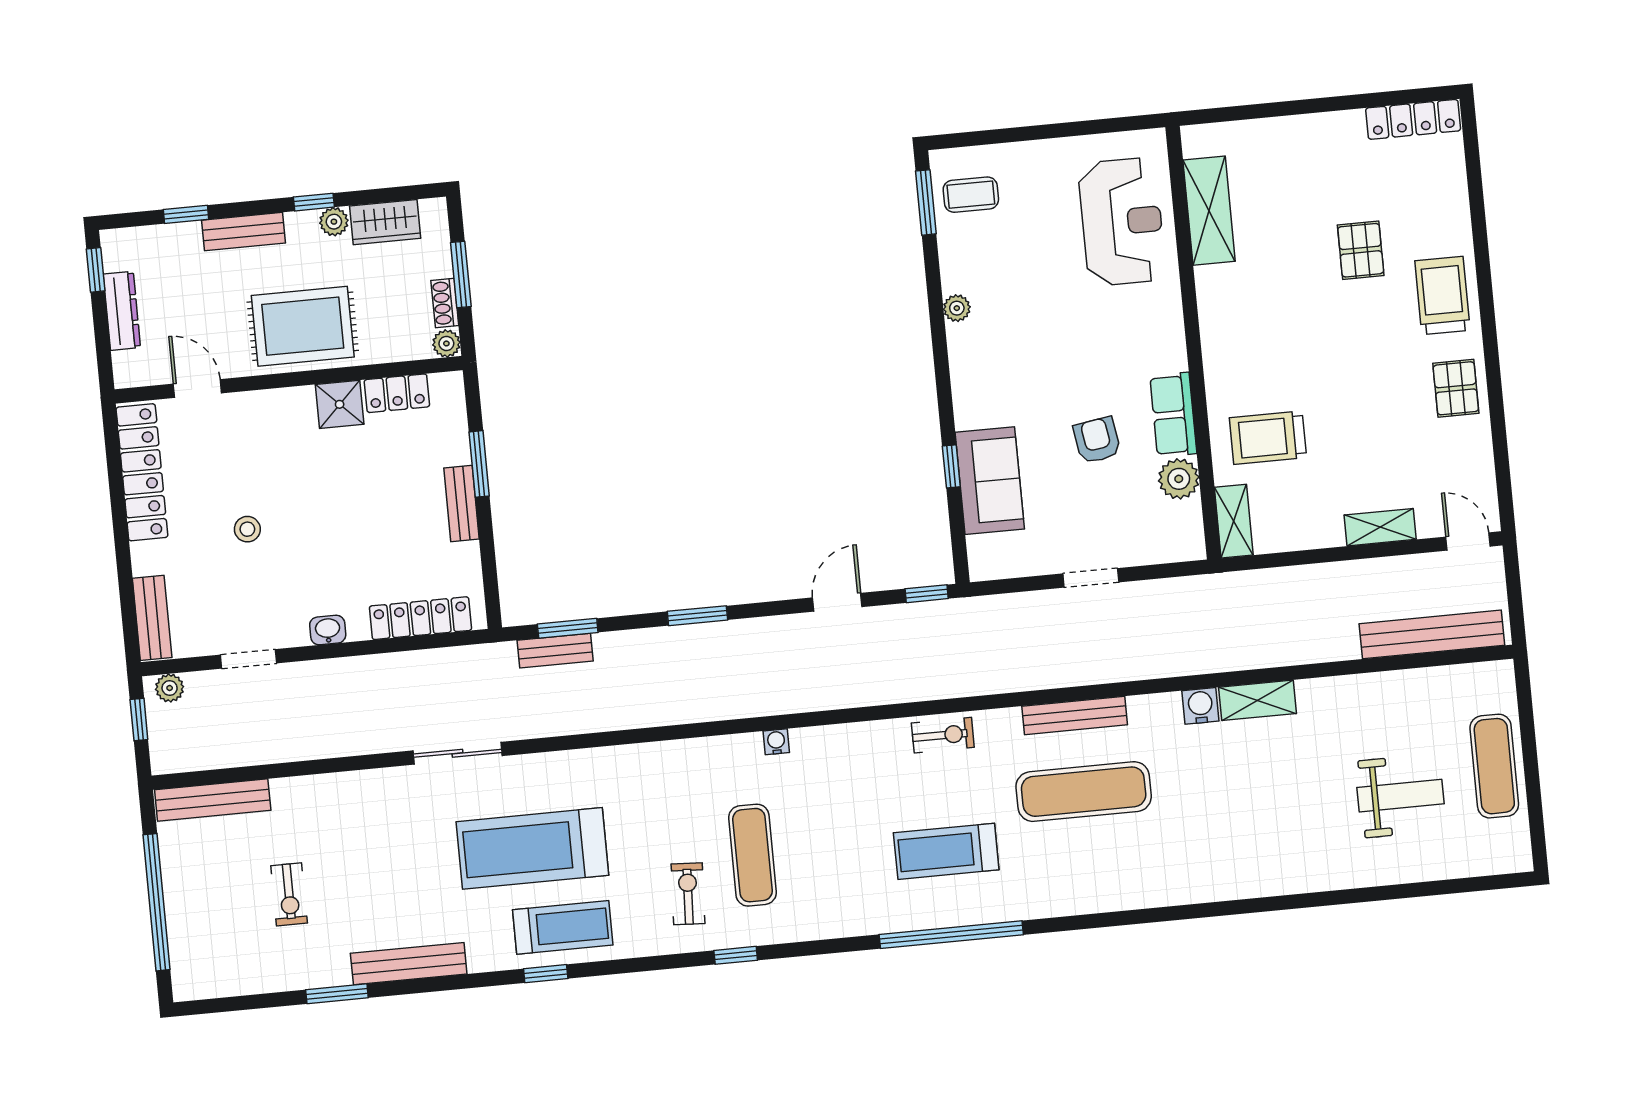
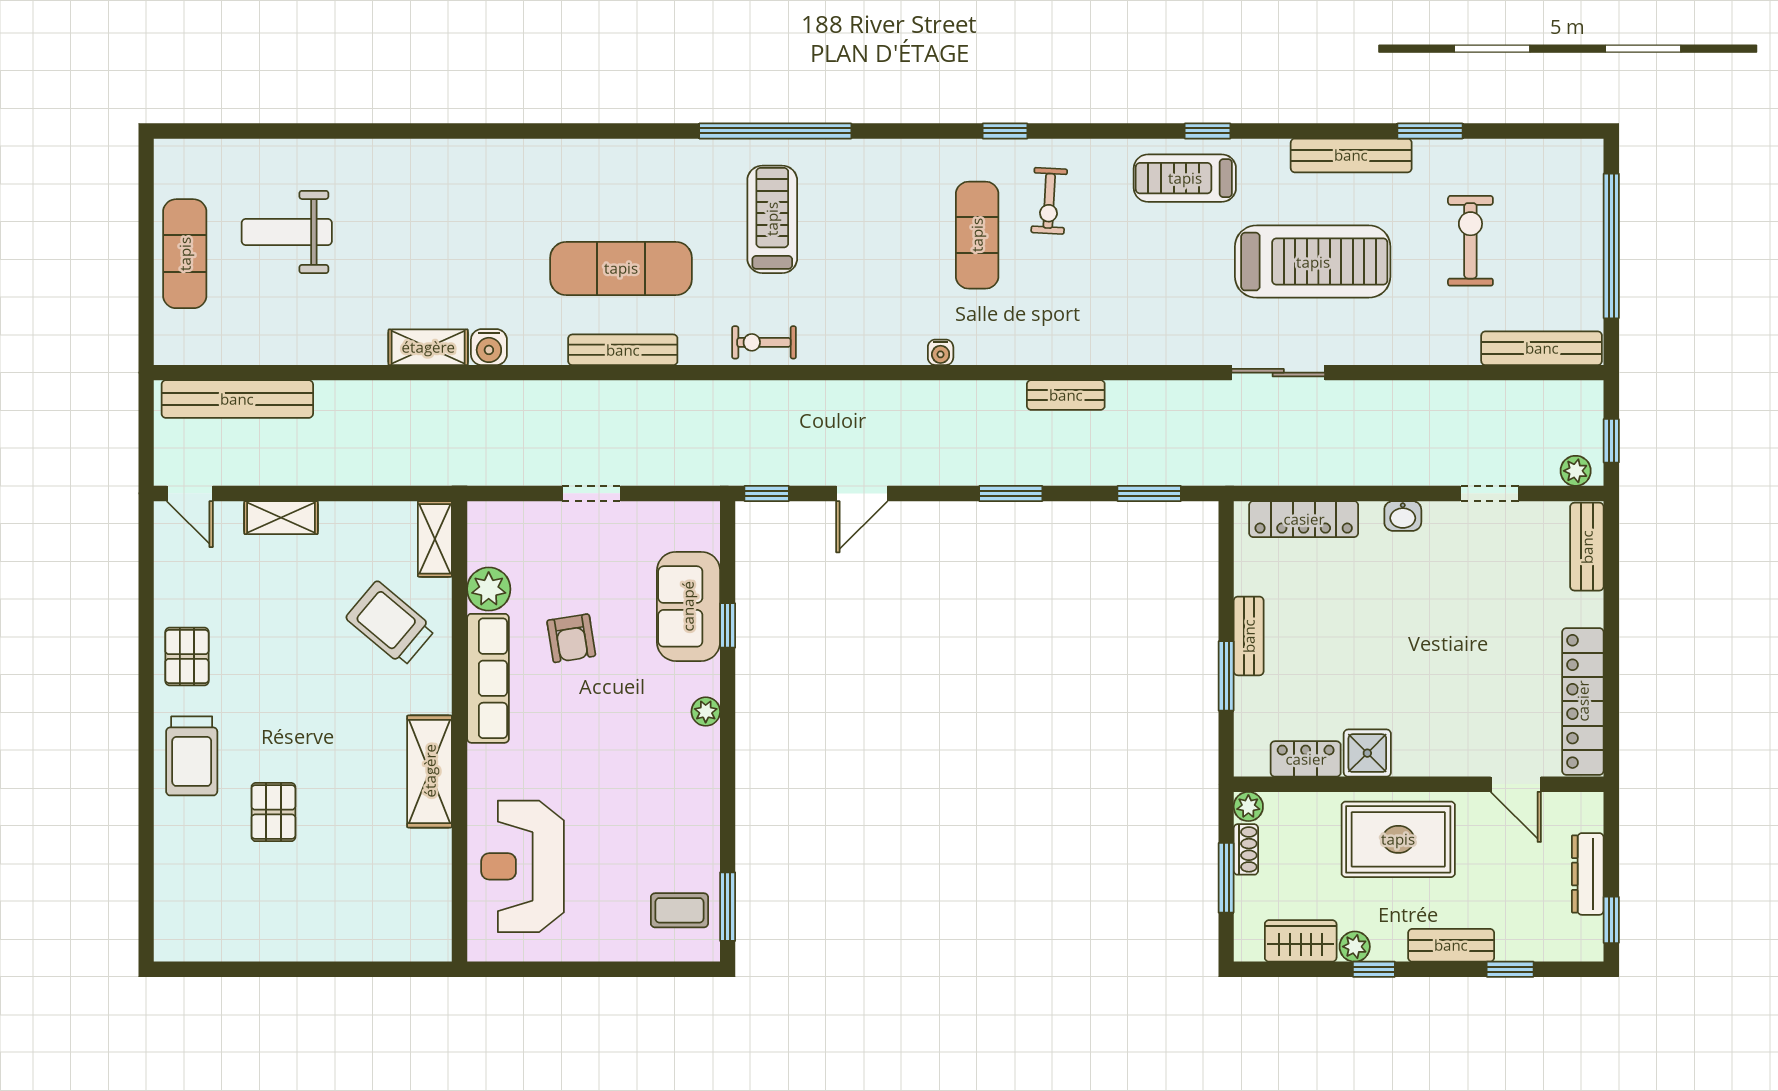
locker: (1413, 119) -> (205, 945), removed
shelving: (1209, 211) -> (430, 771), moved
plant: (957, 308) -> (706, 712), moved
row of seats: (1173, 415) -> (488, 678), width x1.48
trolley: (1268, 438) -> (390, 624), turned -140
stool: (247, 529) -> (1477, 631), removed
bench: (555, 651) -> (1066, 395), moved
treadmill: (532, 848) -> (1313, 262), moved
treadmill: (946, 851) -> (772, 219), turned -90
exercise bike: (289, 894) -> (1470, 241), width x1.38, depth x1.39

